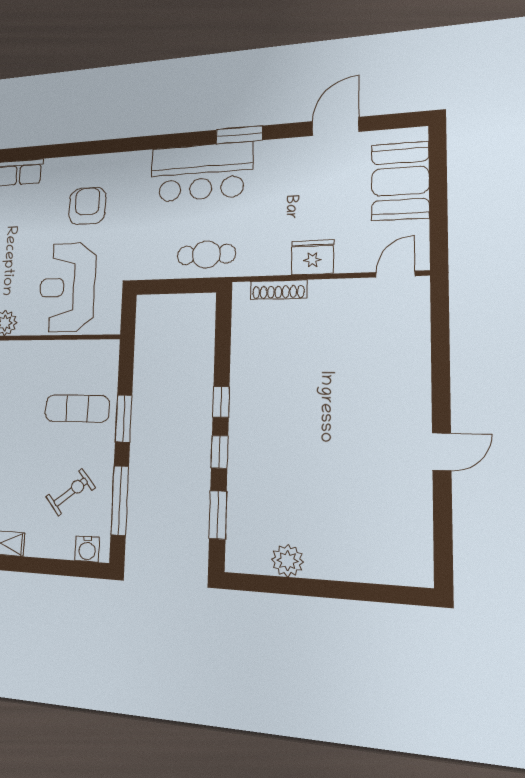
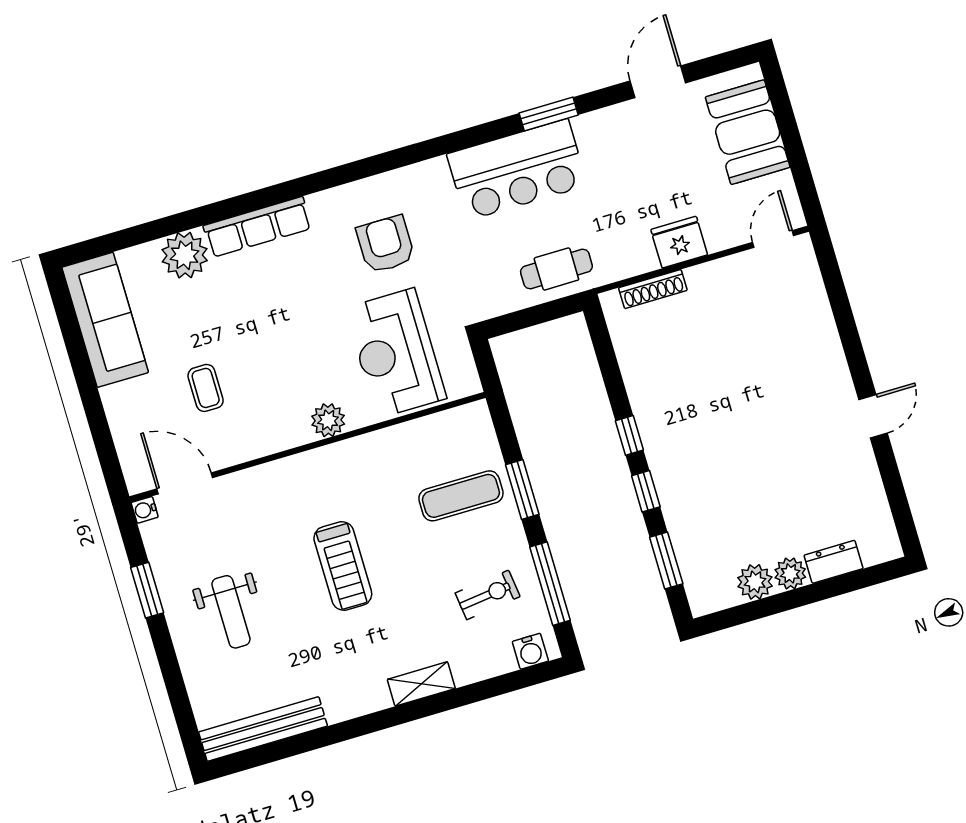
exercise bike: (71, 492) -> (488, 595), turned 32
plant: (321, 565) -> (790, 573), added
dresser: (364, 569) -> (834, 562), added

